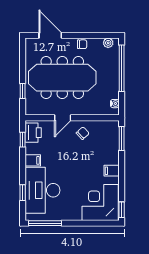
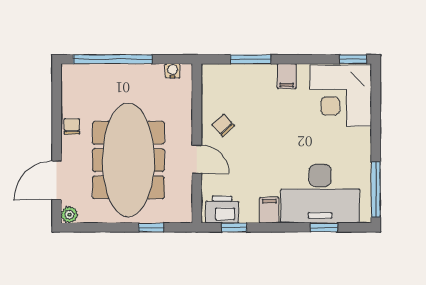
plant: (108, 43) -> (69, 215), moved
window: (122, 138) -> (251, 59), moved

